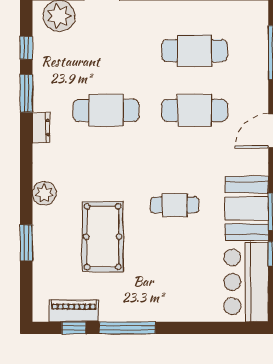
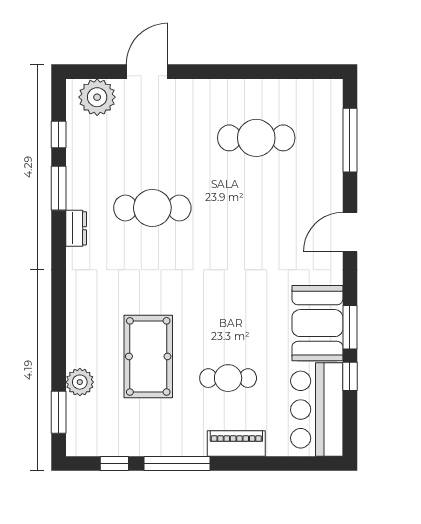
cafe table: (195, 110) -> (256, 208), removed
plant: (44, 193) -> (80, 382), moved
cafe table: (175, 205) -> (228, 378), moved
window: (26, 243) -> (59, 412), moved
piano: (74, 311) -> (236, 443), moved

